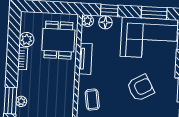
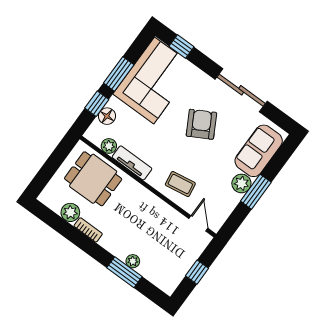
window: (154, 13) -> (119, 74), moved
plant: (87, 21) -> (109, 146), moved

